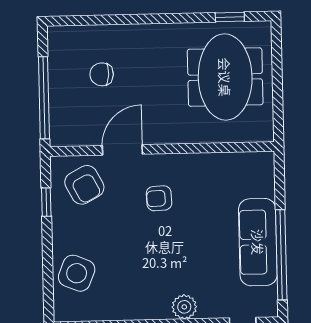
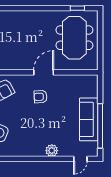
chair: (102, 74) -> (14, 35), removed
door: (122, 150) -> (44, 72), moved

